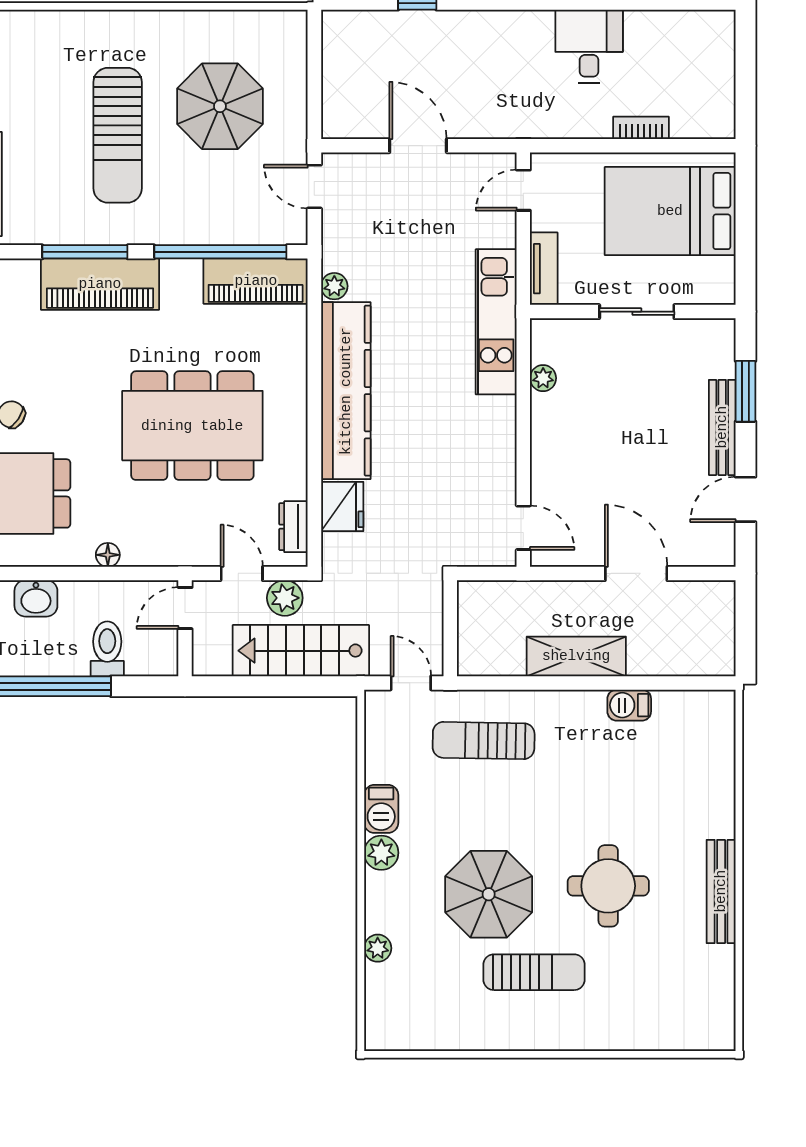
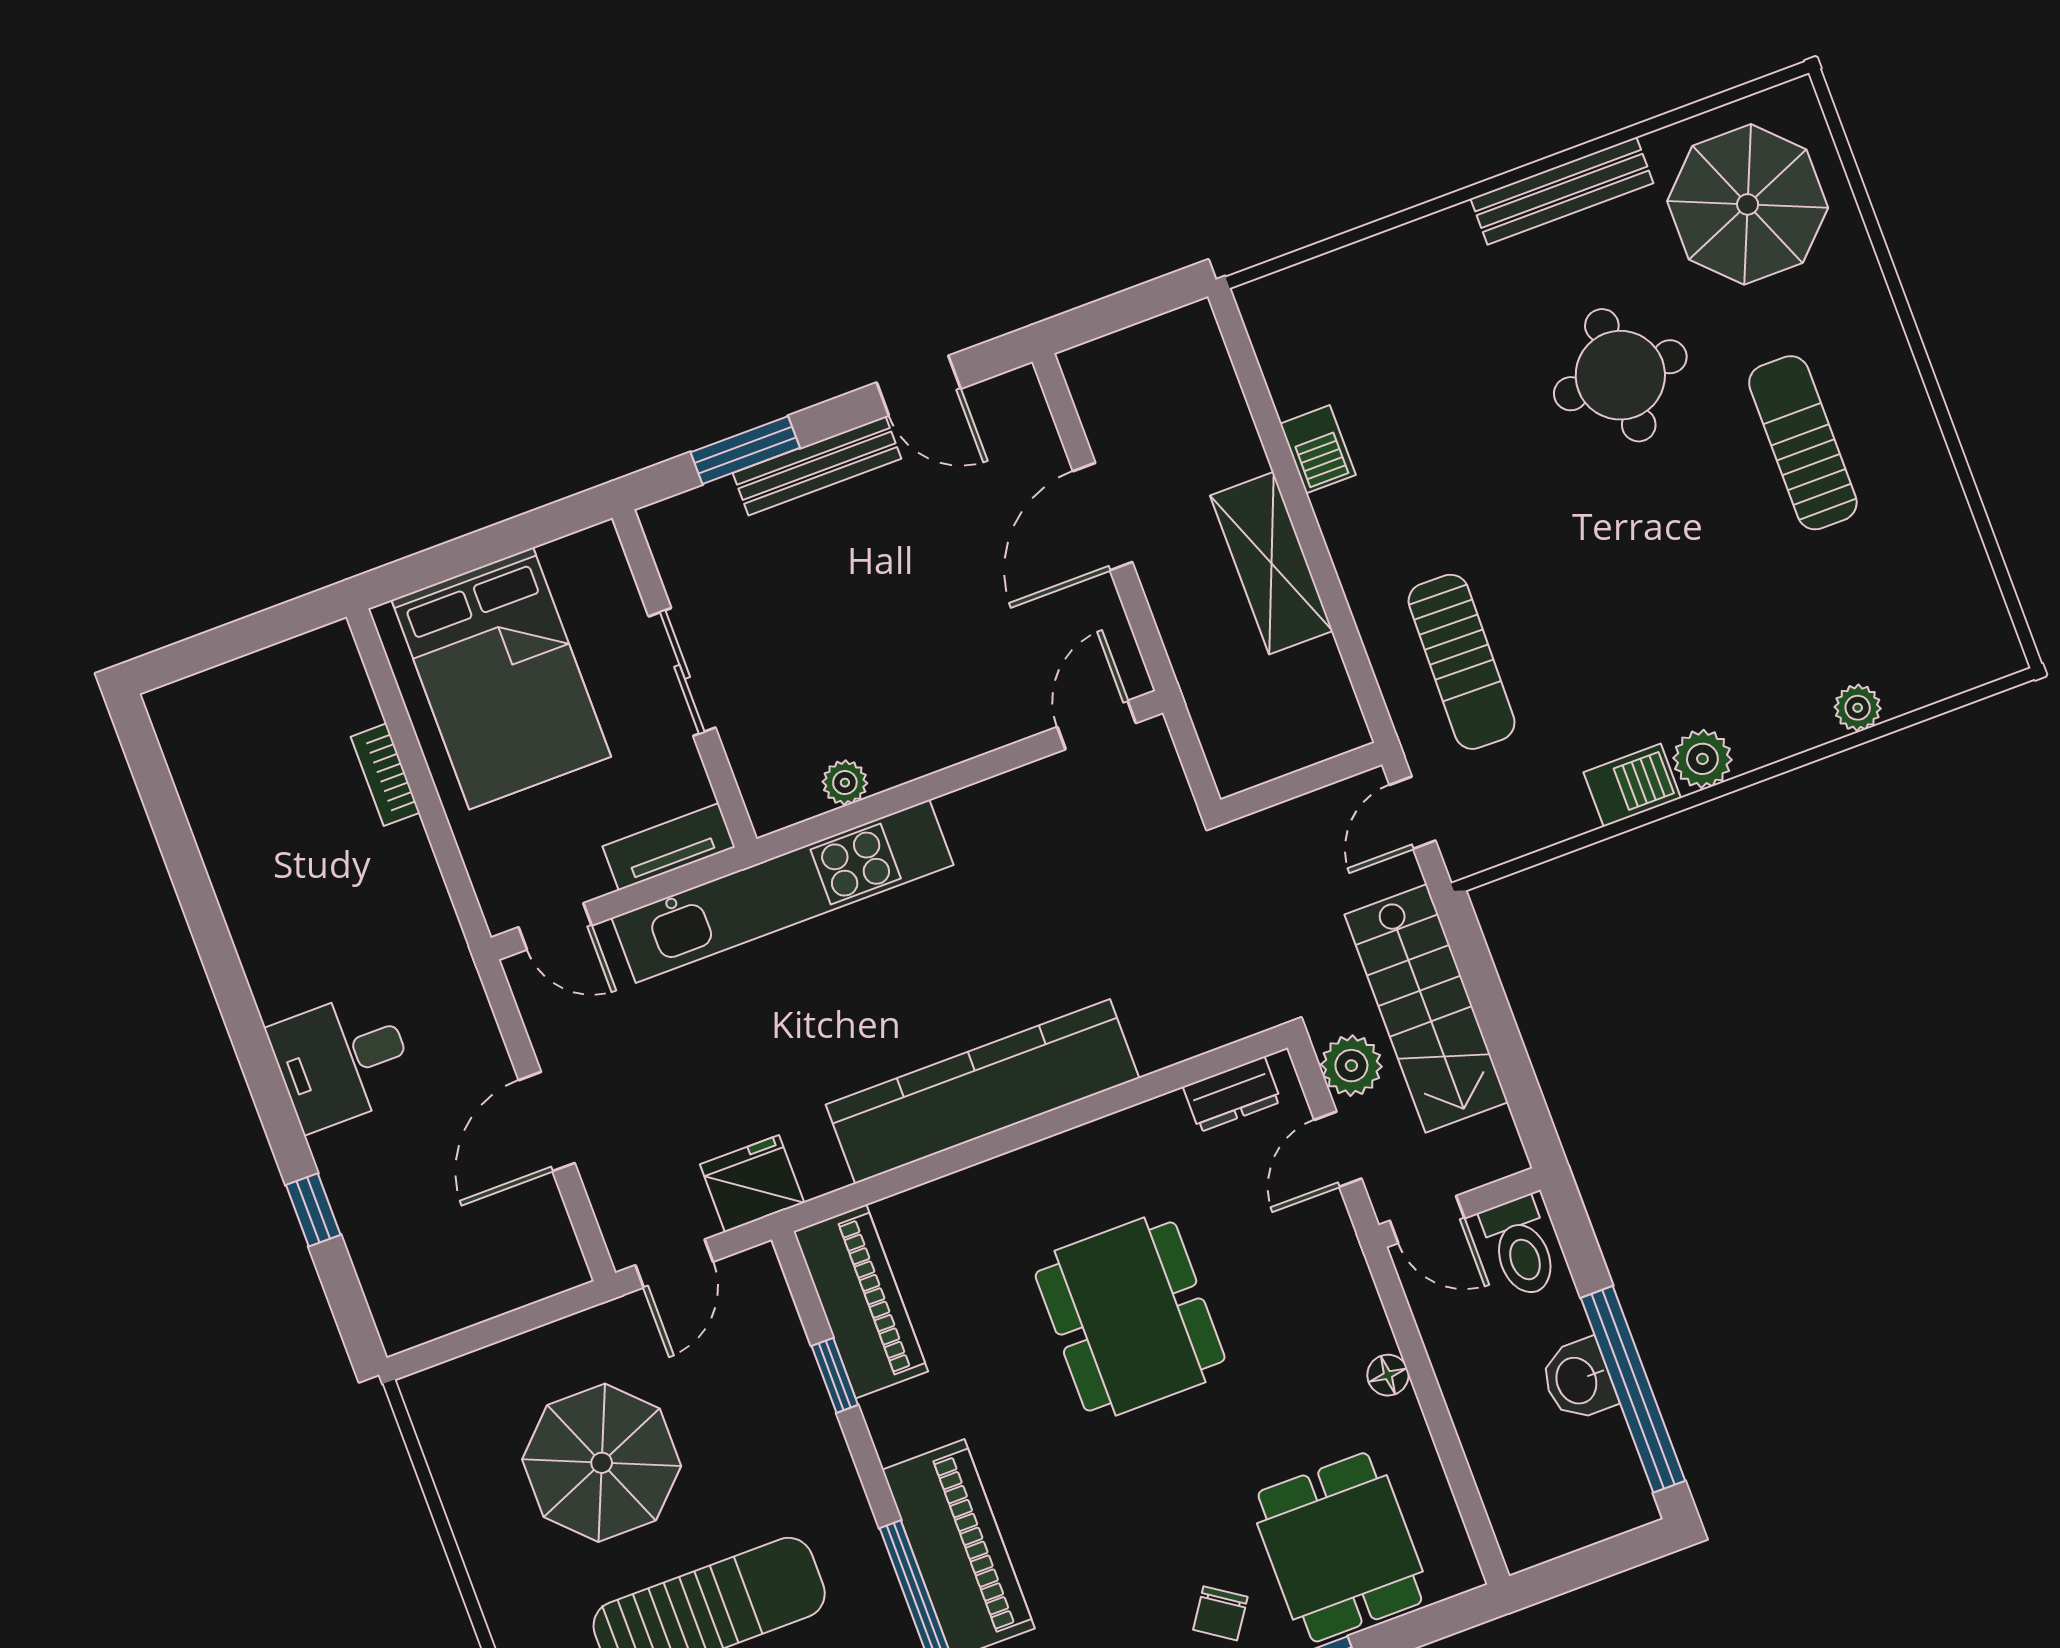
desk: (589, 46) -> (342, 1060), moved
window: (220, 252) -> (835, 1375), width x0.32
plant: (334, 286) -> (822, 1172), removed
kitchen unit: (496, 322) -> (783, 891), width x1.36
dining table: (192, 426) -> (1130, 1317), width x0.73, depth x0.80
fridge: (342, 507) -> (752, 1184), moved
washbasin: (36, 598) -> (1578, 1380), moved, turned 180
toilet: (107, 649) -> (1520, 1247), moved, turned -90
parasol: (489, 894) -> (1748, 204), moved

